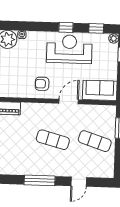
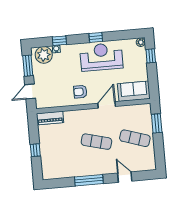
window: (96, 28) -> (59, 41), moved
door: (79, 182) -> (125, 177), swing flipped

